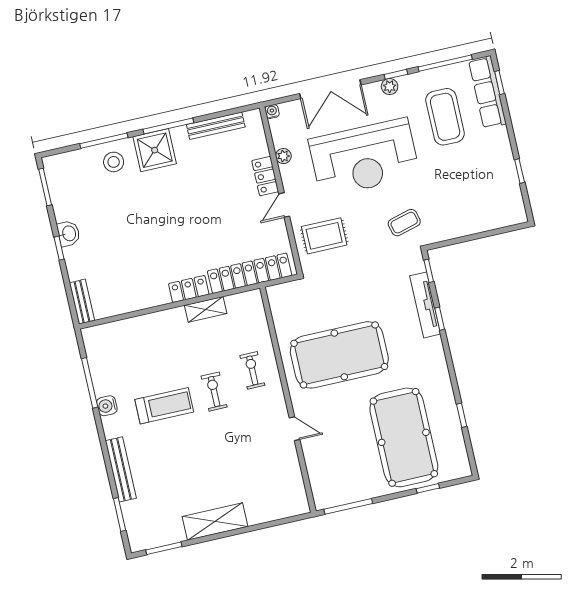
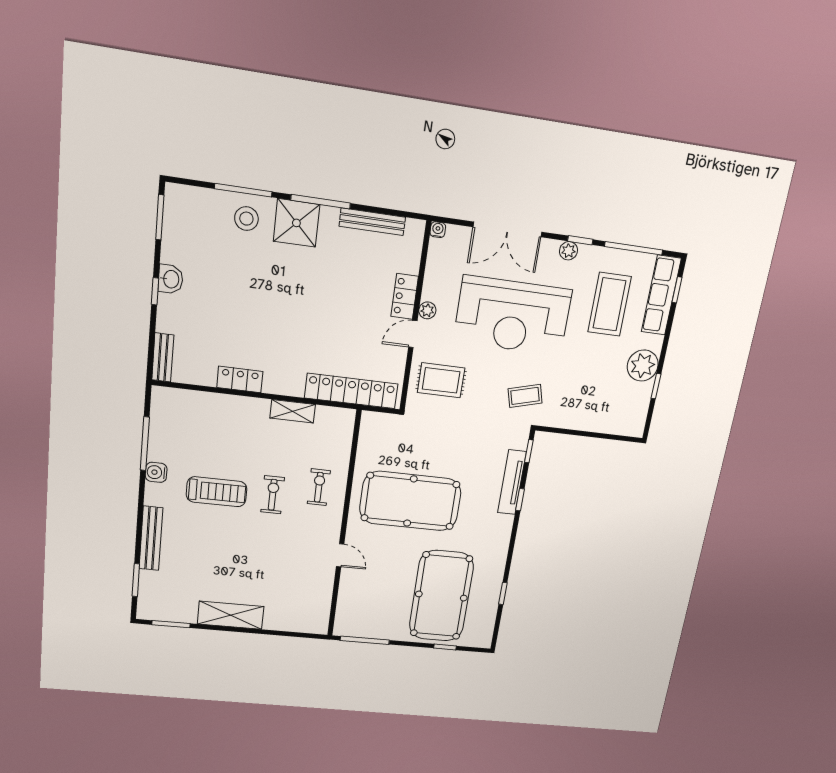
plant: (283, 156) -> (427, 310), moved
plant: (499, 158) -> (643, 366), added
locker: (189, 289) -> (240, 379), moved

